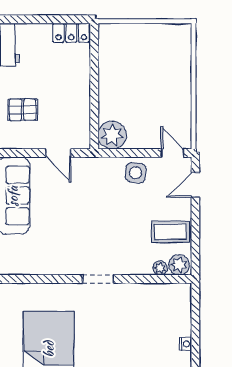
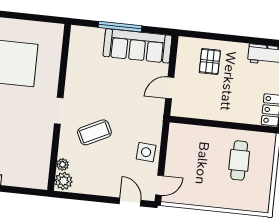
cafe table: (134, 64) -> (239, 160), added
plant: (112, 135) -> (180, 135), removed
coffee table: (171, 232) -> (94, 132), moved, turned 64

